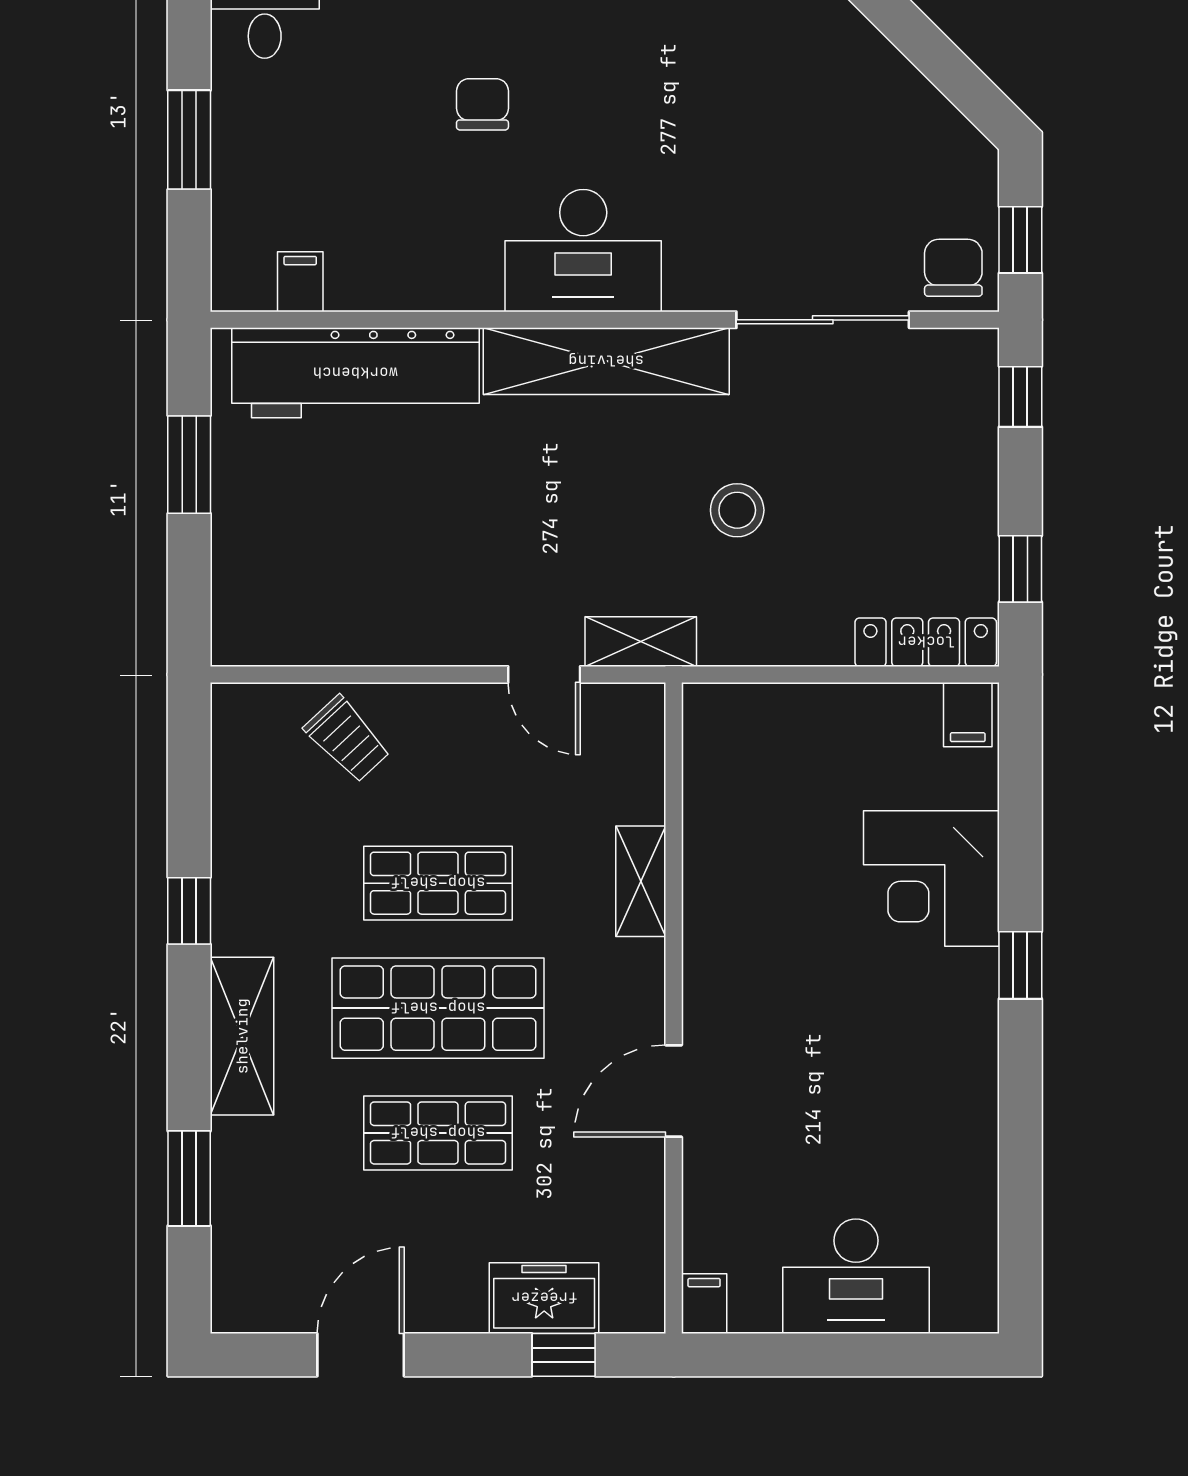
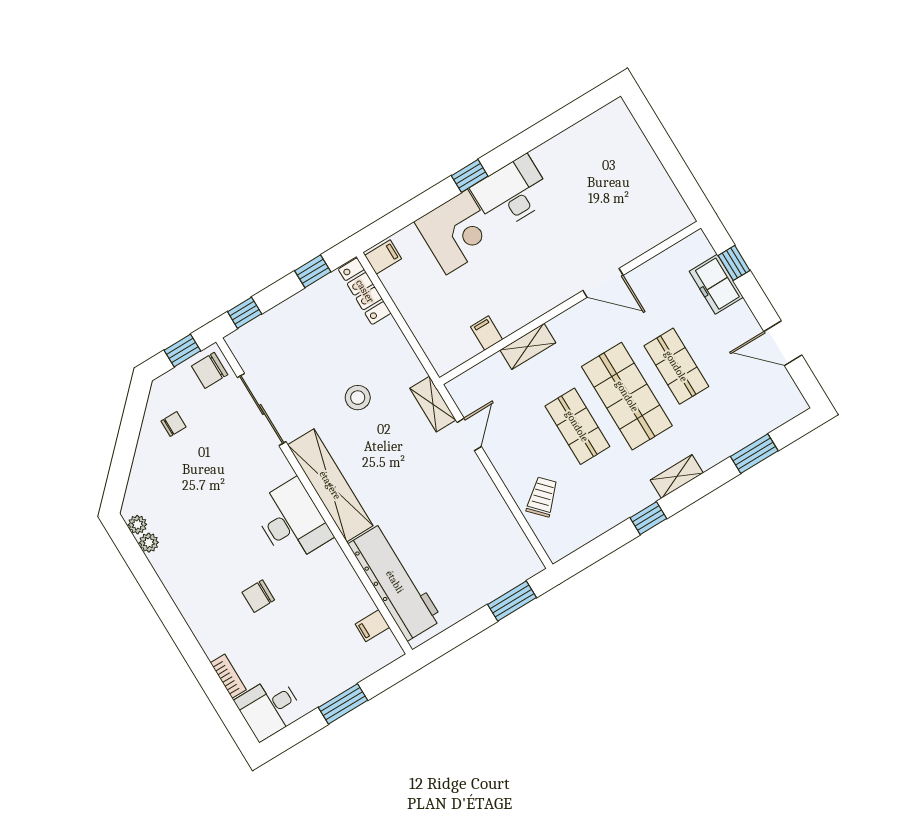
chair: (895, 141) -> (174, 424), added
window: (189, 465) -> (512, 601), moved
shelving: (242, 1036) -> (677, 477), width x0.67, depth x0.75
desk: (856, 1276) -> (512, 193), moved, turned -90
filing cabinet: (704, 1304) -> (487, 333), moved, turned 90

